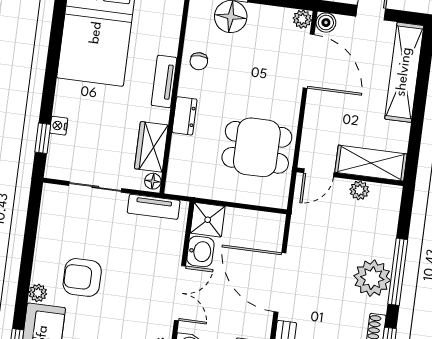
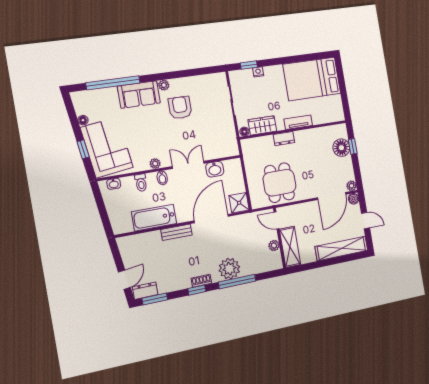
chair: (199, 61) -> (314, 138), removed
tv unit: (154, 207) -> (231, 136), removed
shower: (208, 220) -> (239, 203), moved
double door: (180, 293) -> (188, 165), swing flipped

